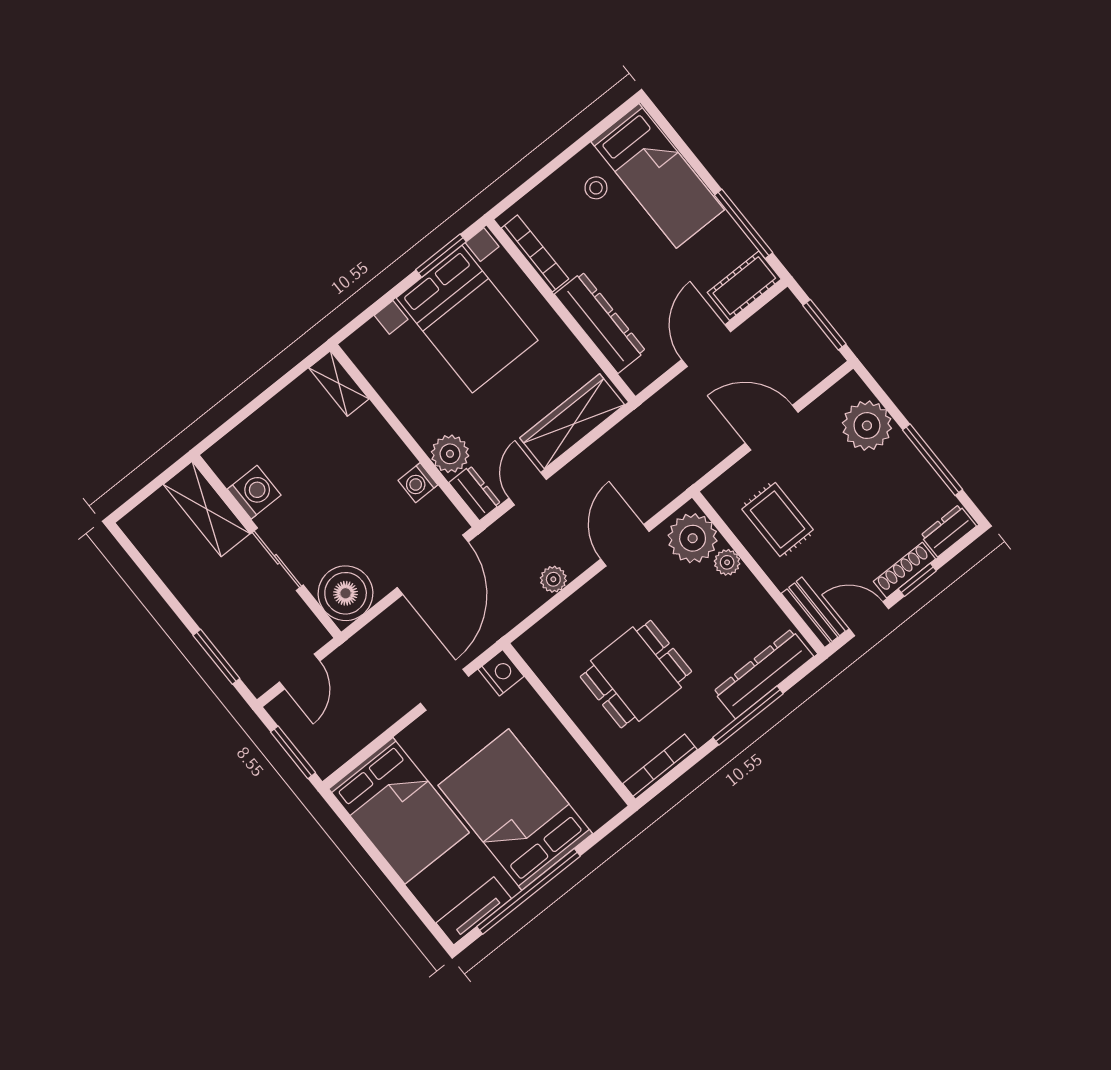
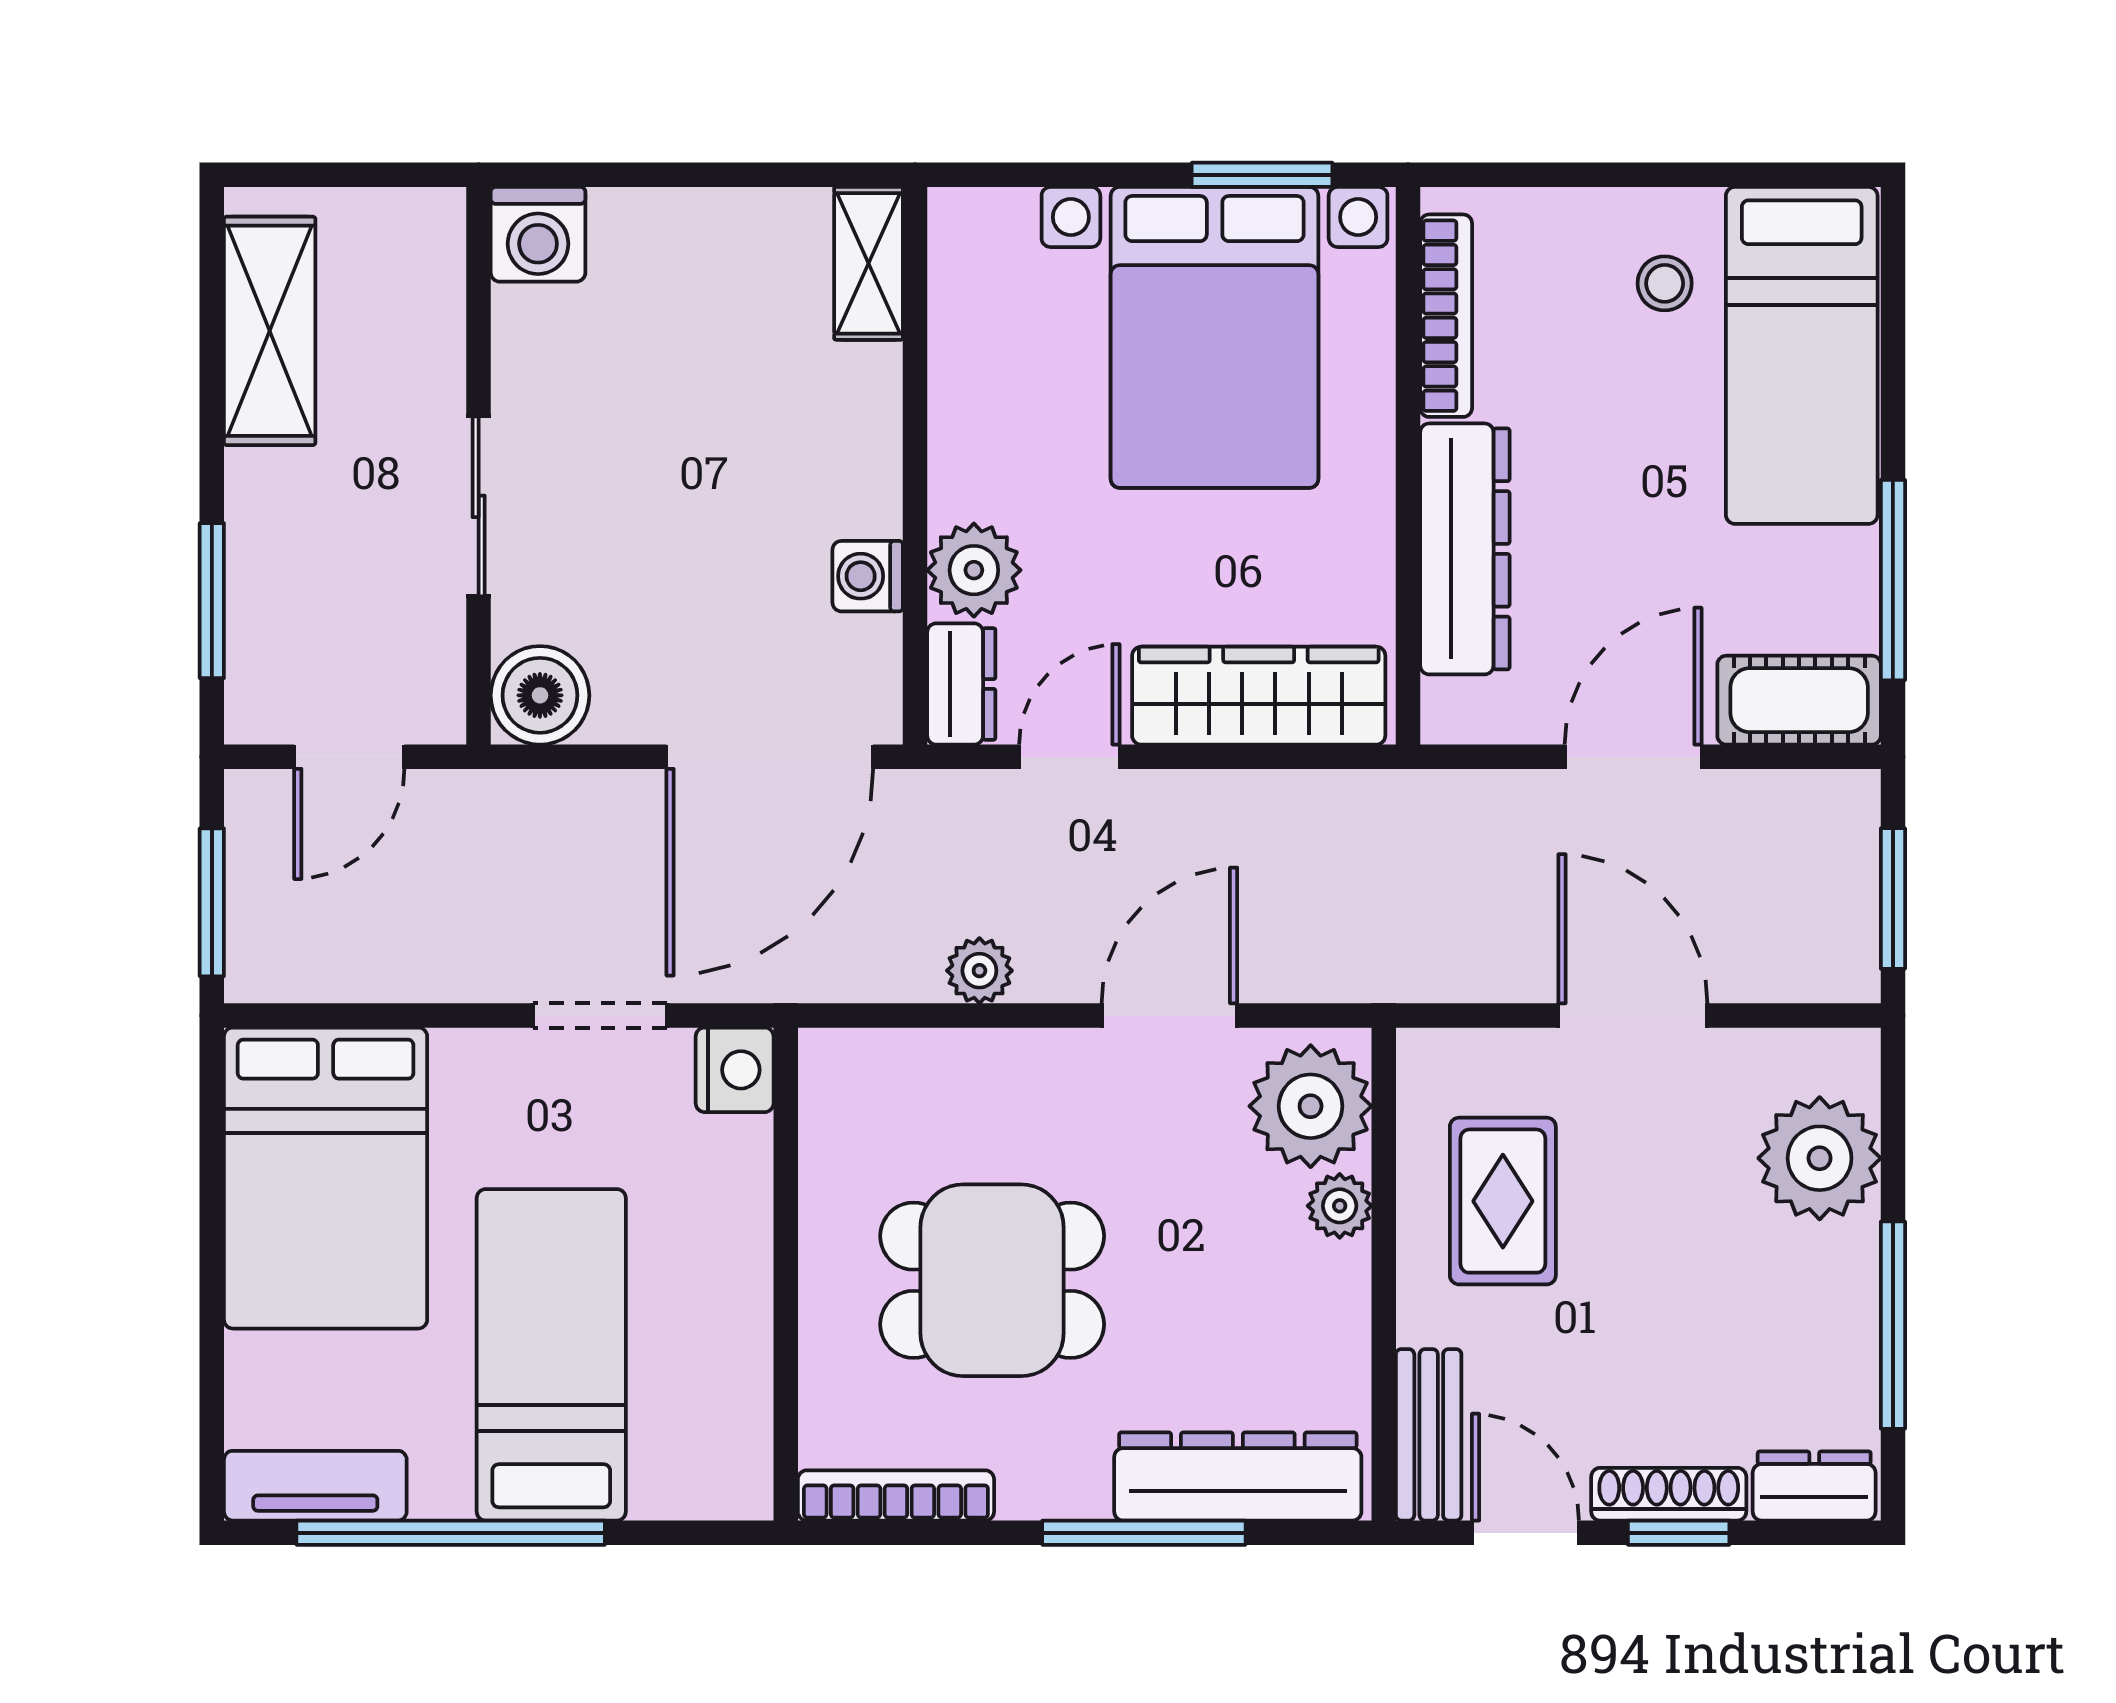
washing machine: (254, 492) -> (538, 234), moved, turned 90
shelving: (207, 509) -> (270, 331), moved
boiler: (346, 593) -> (540, 695), width x0.73, depth x0.73
bed: (515, 810) -> (551, 1355), width x0.67

